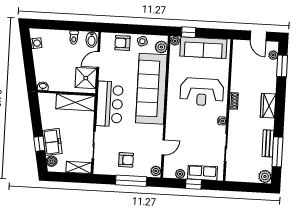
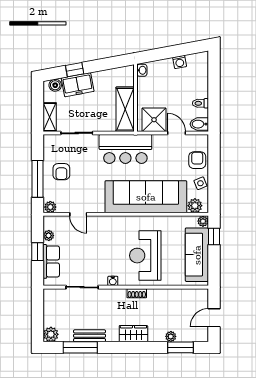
washing machine: (36, 43) -> (180, 62), moved
plant: (273, 55) -> (171, 336), moved

